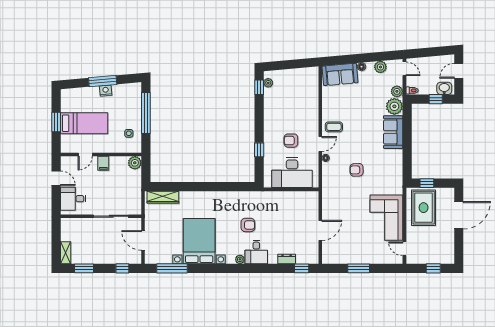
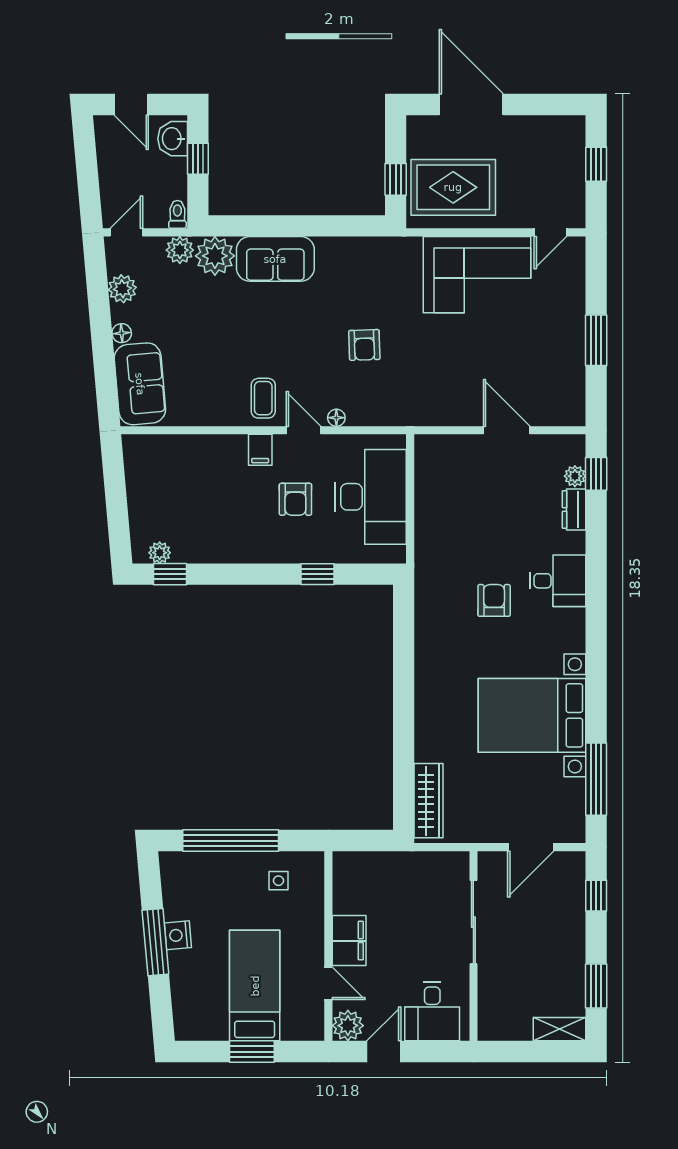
filing cabinet: (312, 126) -> (260, 450), added
filing cabinet: (103, 163) -> (349, 941), width x2.00
plant: (135, 163) -> (348, 1026), moved
plant: (240, 259) -> (575, 476), moved

